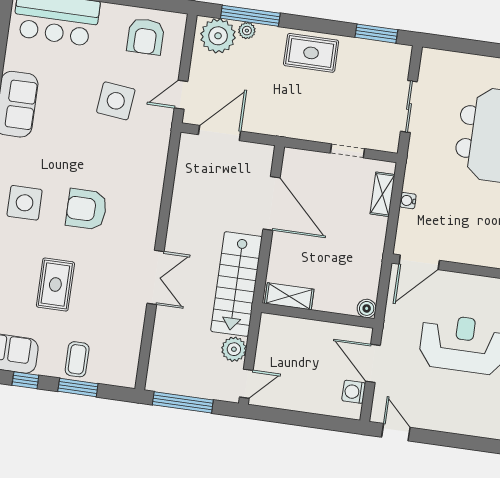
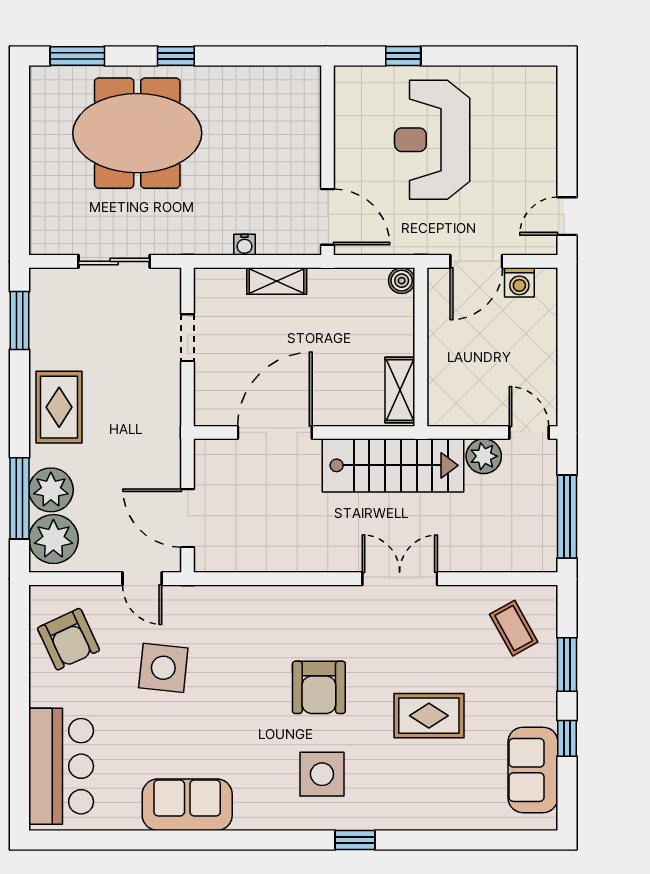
plant: (247, 31) -> (51, 490), width x1.87, depth x1.87
armchair: (146, 36) -> (68, 639), turned 65
shelving: (382, 194) -> (277, 281), moved
coffee table: (77, 359) -> (514, 628), moved, turned 61

